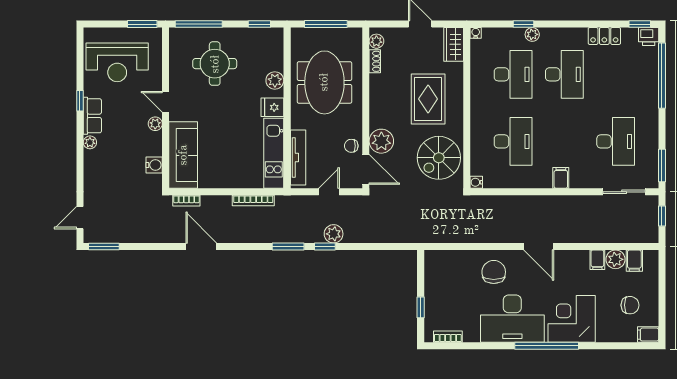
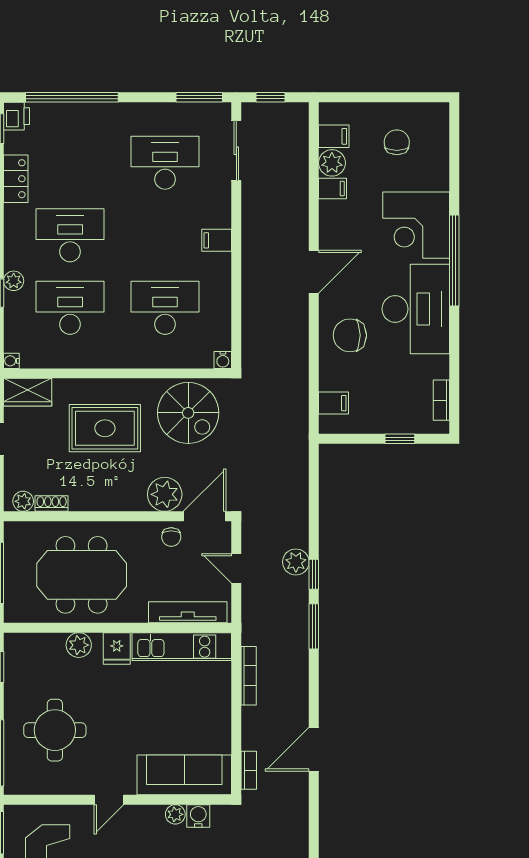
plant: (155, 124) -> (175, 814), moved
filing cabinet: (648, 335) -> (333, 403), moved, turned -90

